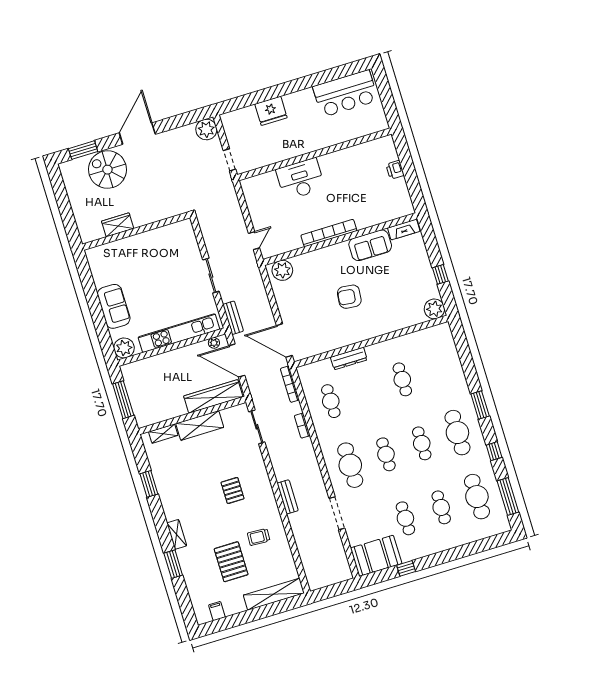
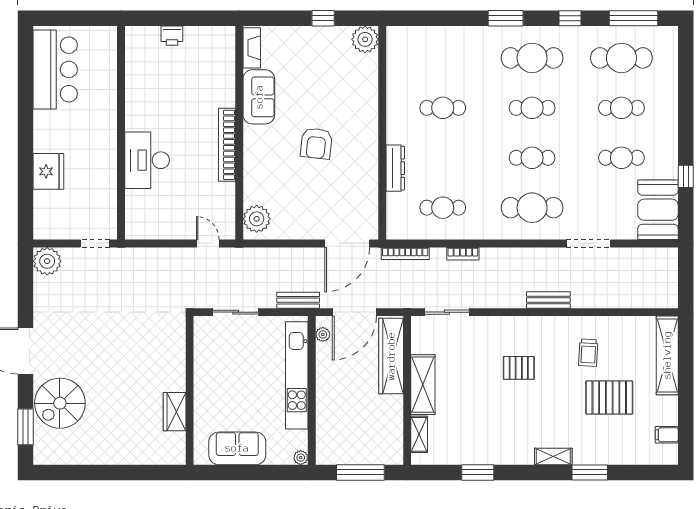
wardrobe: (118, 225) -> (175, 412), moved
wall: (136, 231) -> (190, 390), moved
plant: (124, 348) -> (301, 458), width x0.53, depth x0.53

